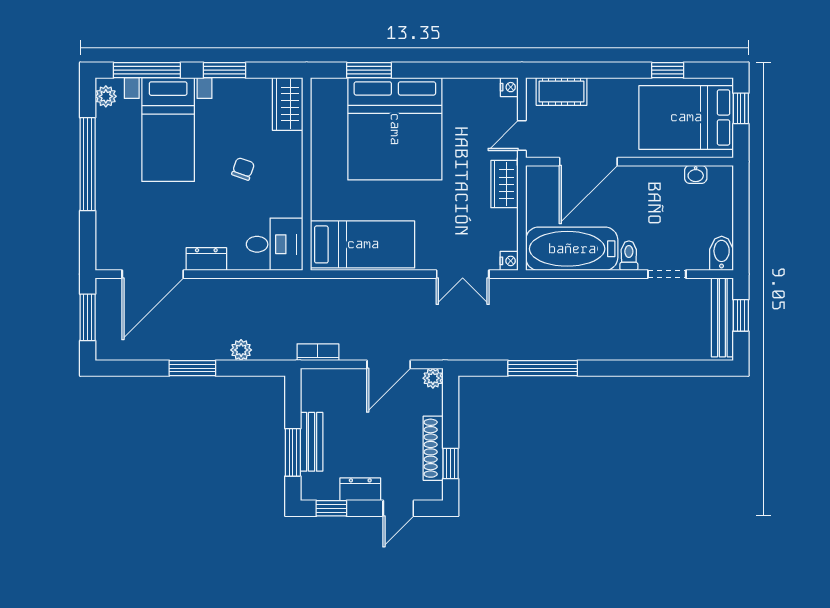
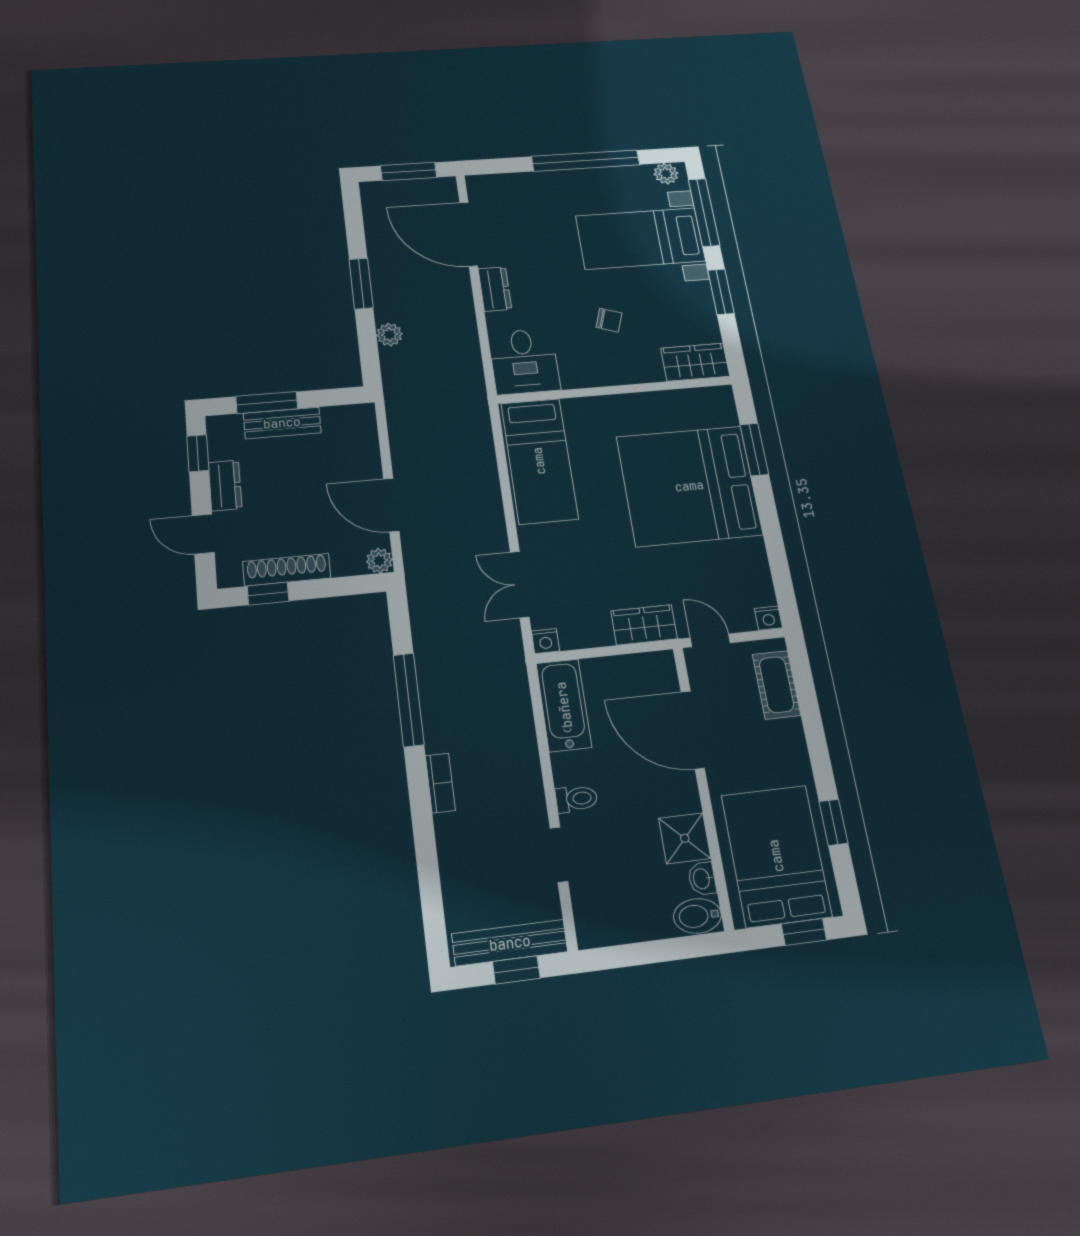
shower: (666, 182) -> (685, 838), added
bathtub: (572, 249) -> (564, 705), width x0.73, depth x0.73
bidet: (722, 253) -> (697, 916), moved, turned 180
bookcase: (318, 352) -> (440, 783), moved

